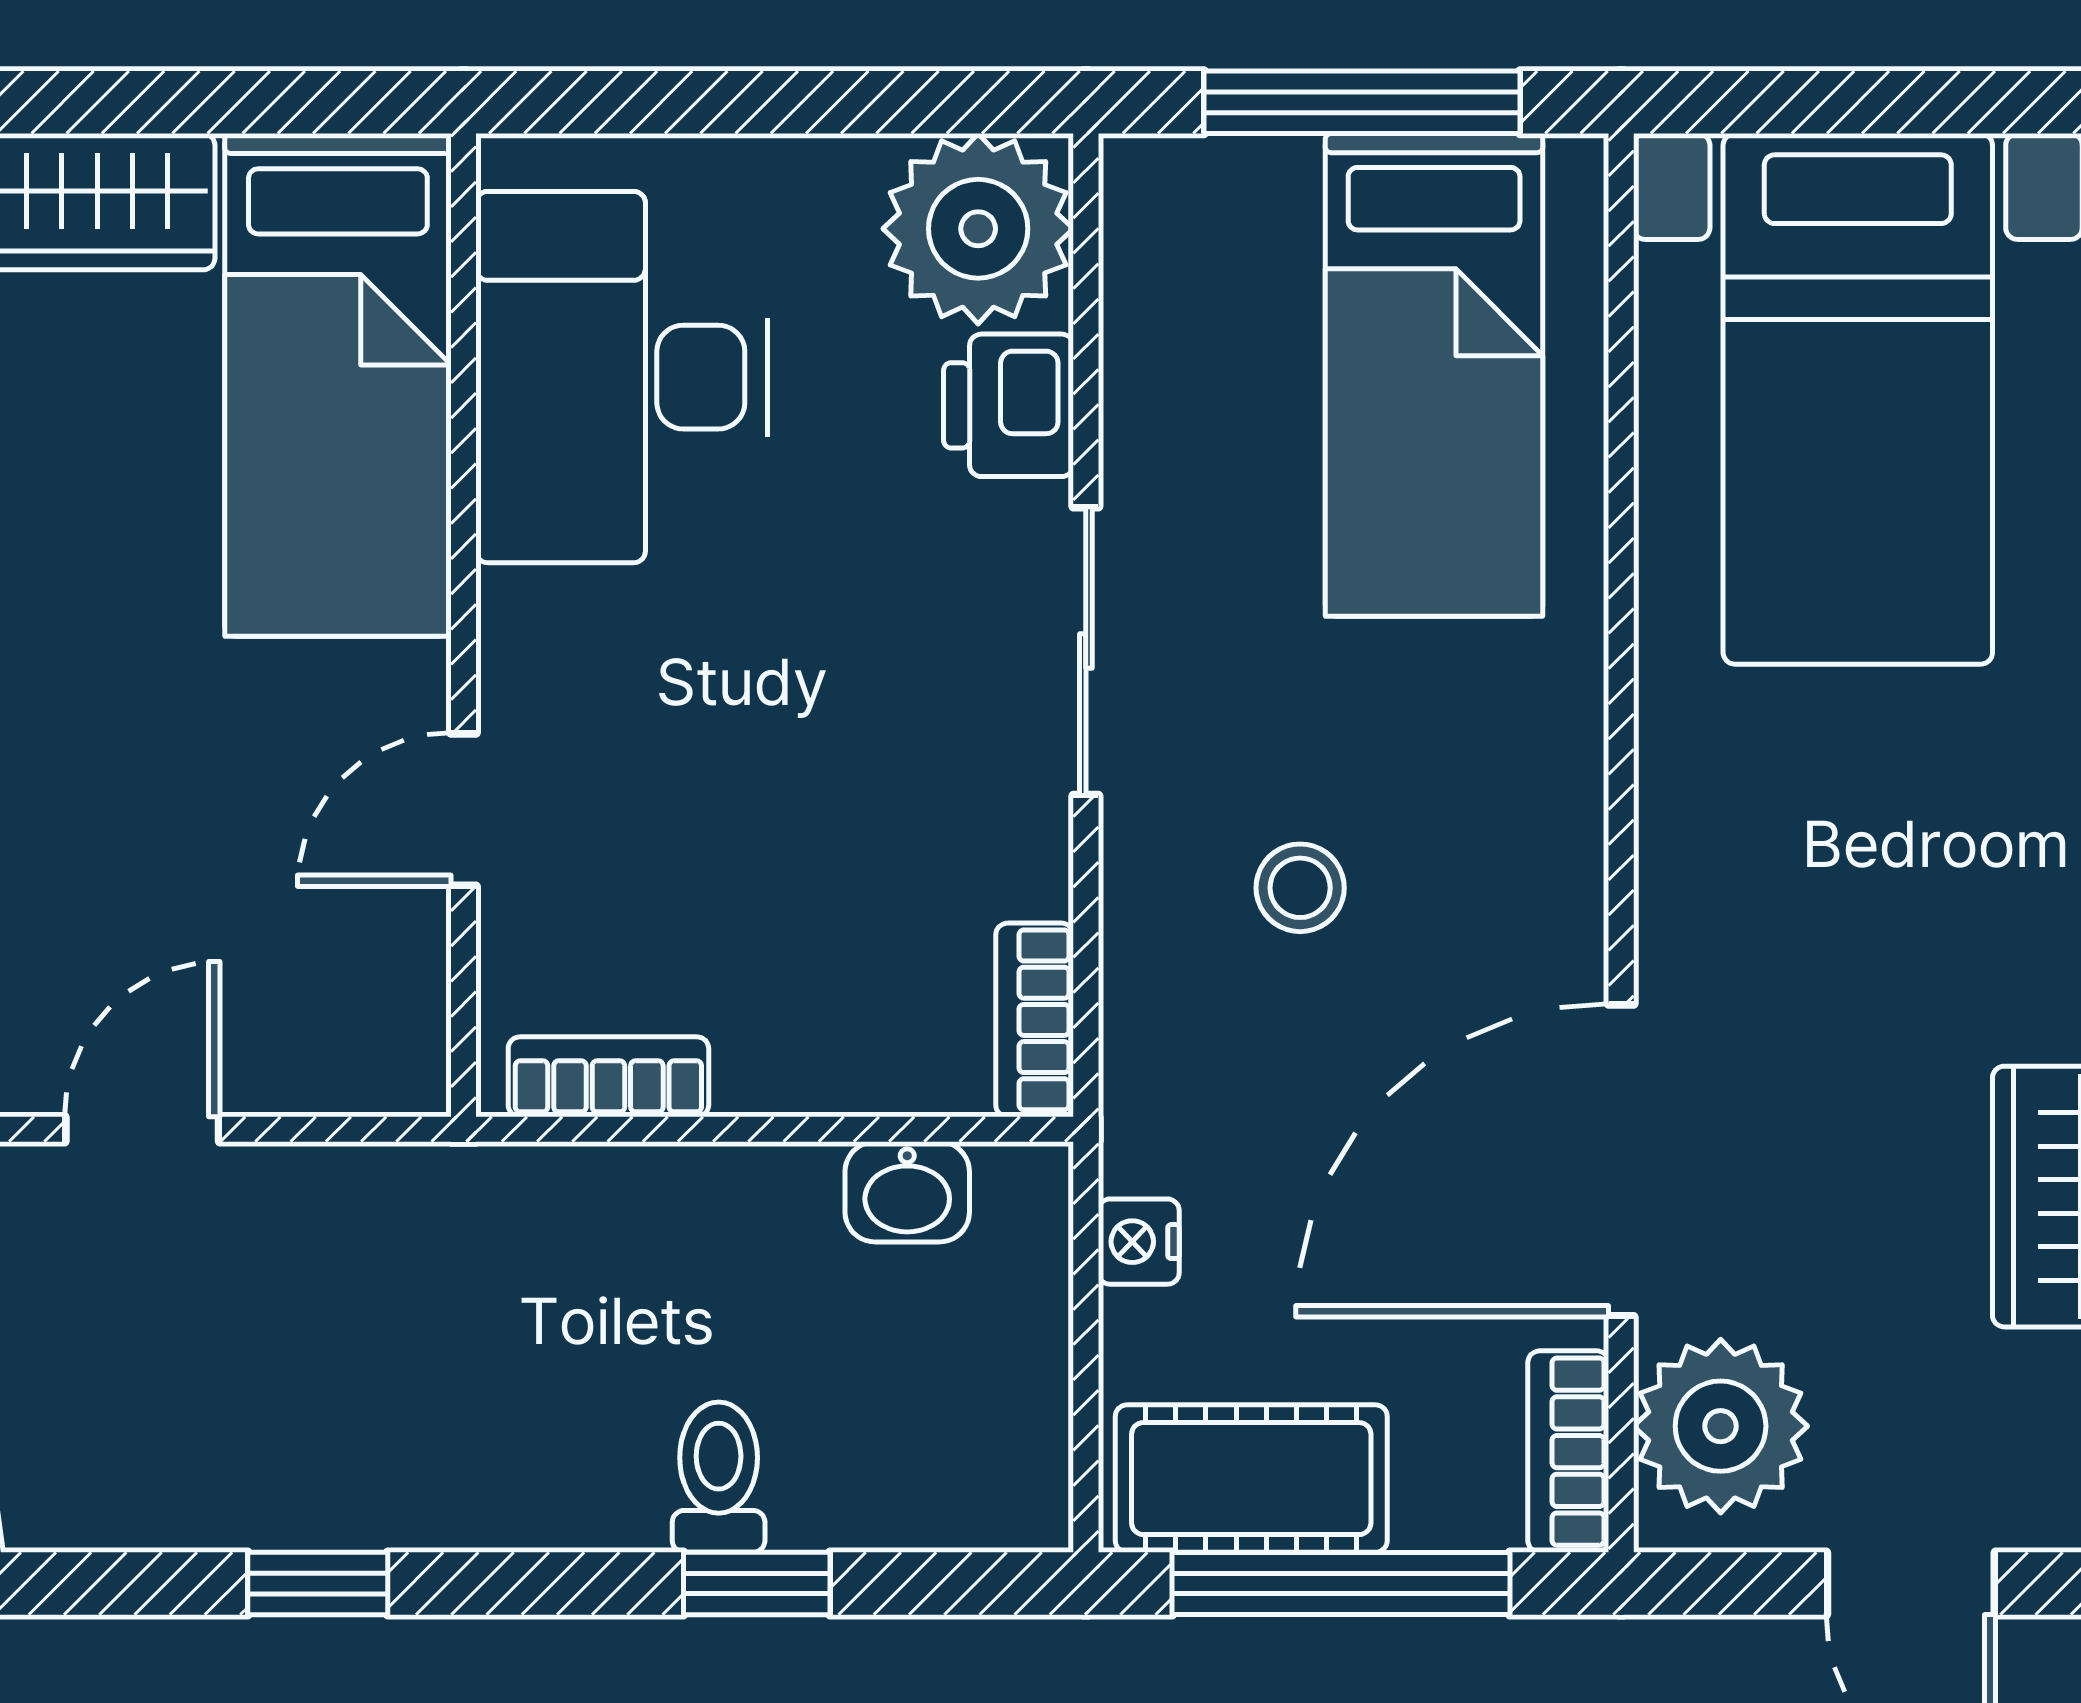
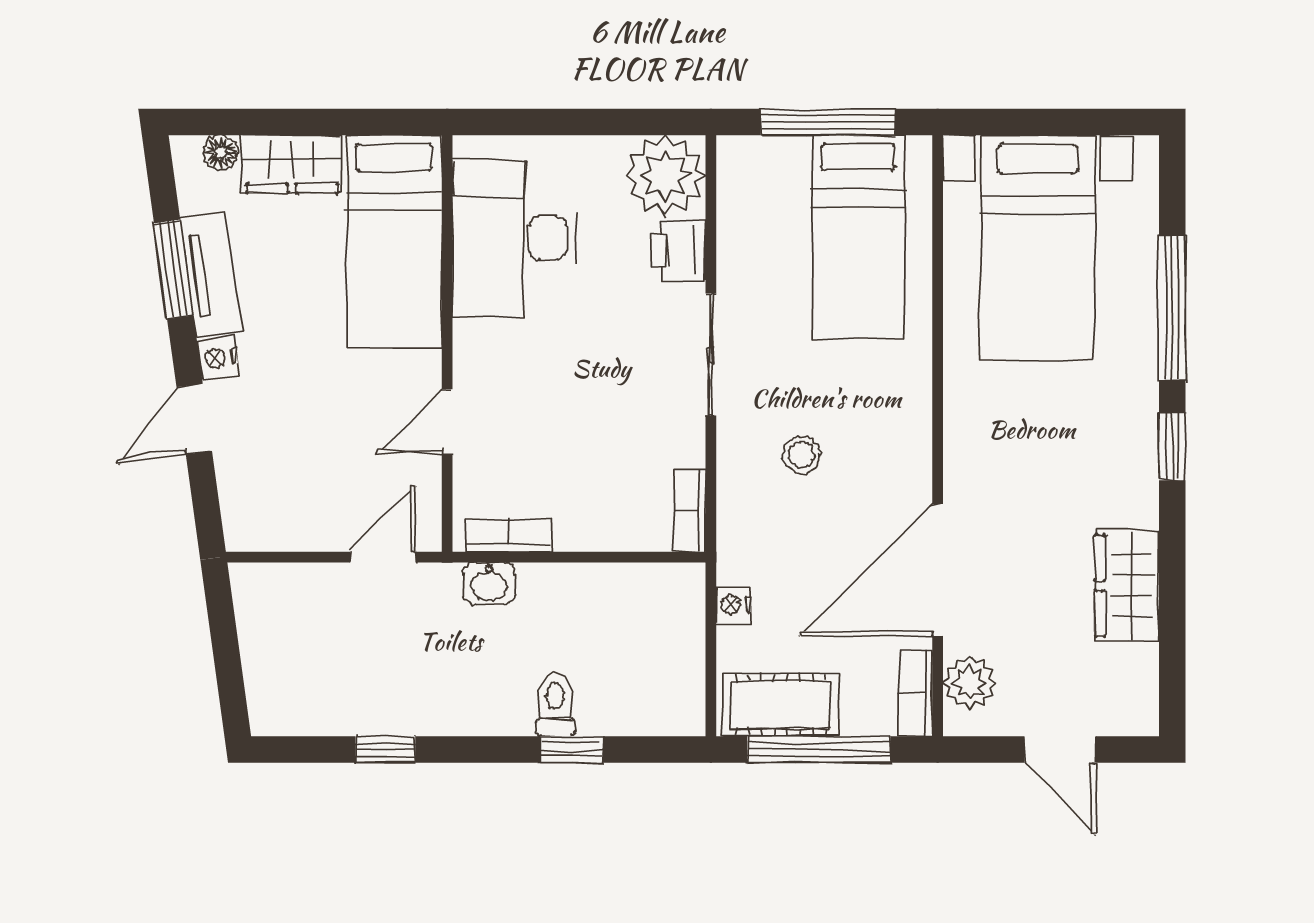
door: (142, 1129) -> (383, 557), moved
washbasin: (907, 1192) -> (489, 584), moved
plant: (1721, 1426) -> (970, 683), width x0.73, depth x0.73

